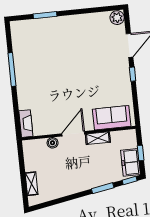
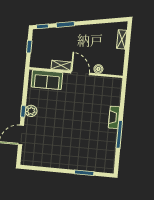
plant: (117, 18) -> (31, 111), moved
fireplace: (26, 124) -> (114, 117), moved
door: (73, 134) -> (80, 73), swing flipped
freezer: (131, 162) -> (39, 41), removed

